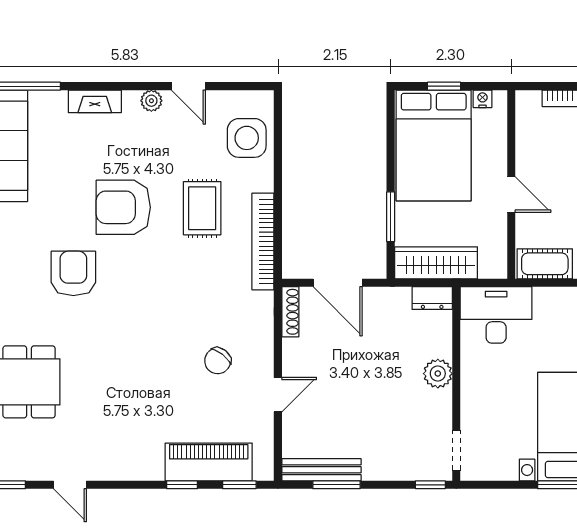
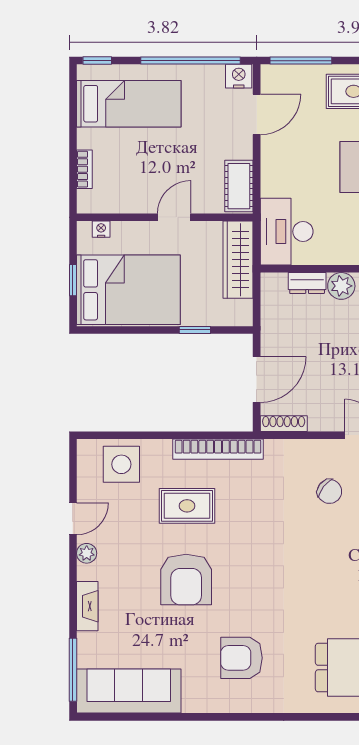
nightstand: (482, 99) -> (101, 229), moved, turned 90
window: (391, 217) -> (195, 330), width x0.67
wardrobe: (436, 263) -> (238, 260), moved
armchair: (73, 273) -> (242, 658), moved
dresser: (432, 298) -> (307, 283), moved, turned 90

